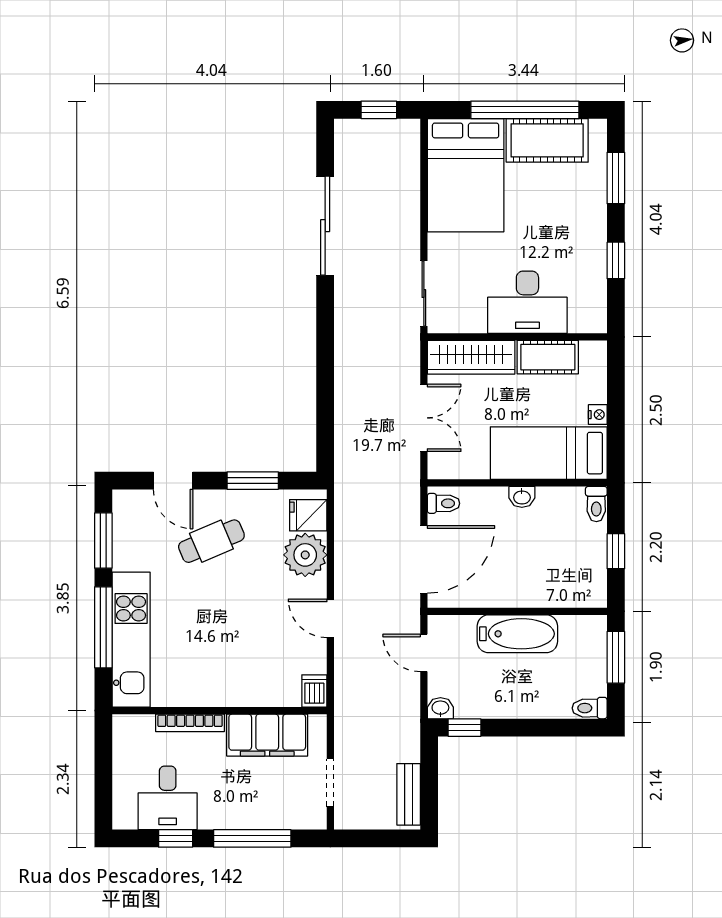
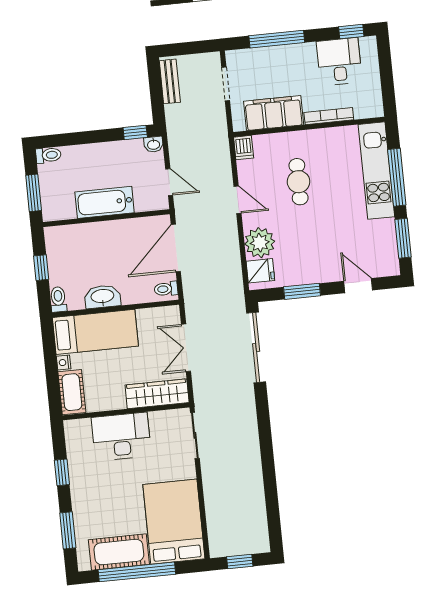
sliding door: (325, 226) -> (256, 347), moved
cot: (548, 357) -> (72, 392), moved, turned 90
washbasin: (522, 497) -> (102, 297), width x1.91, depth x1.45
cafe table: (211, 541) -> (299, 182), moved, turned -67
window: (176, 838) -> (351, 32), moved

